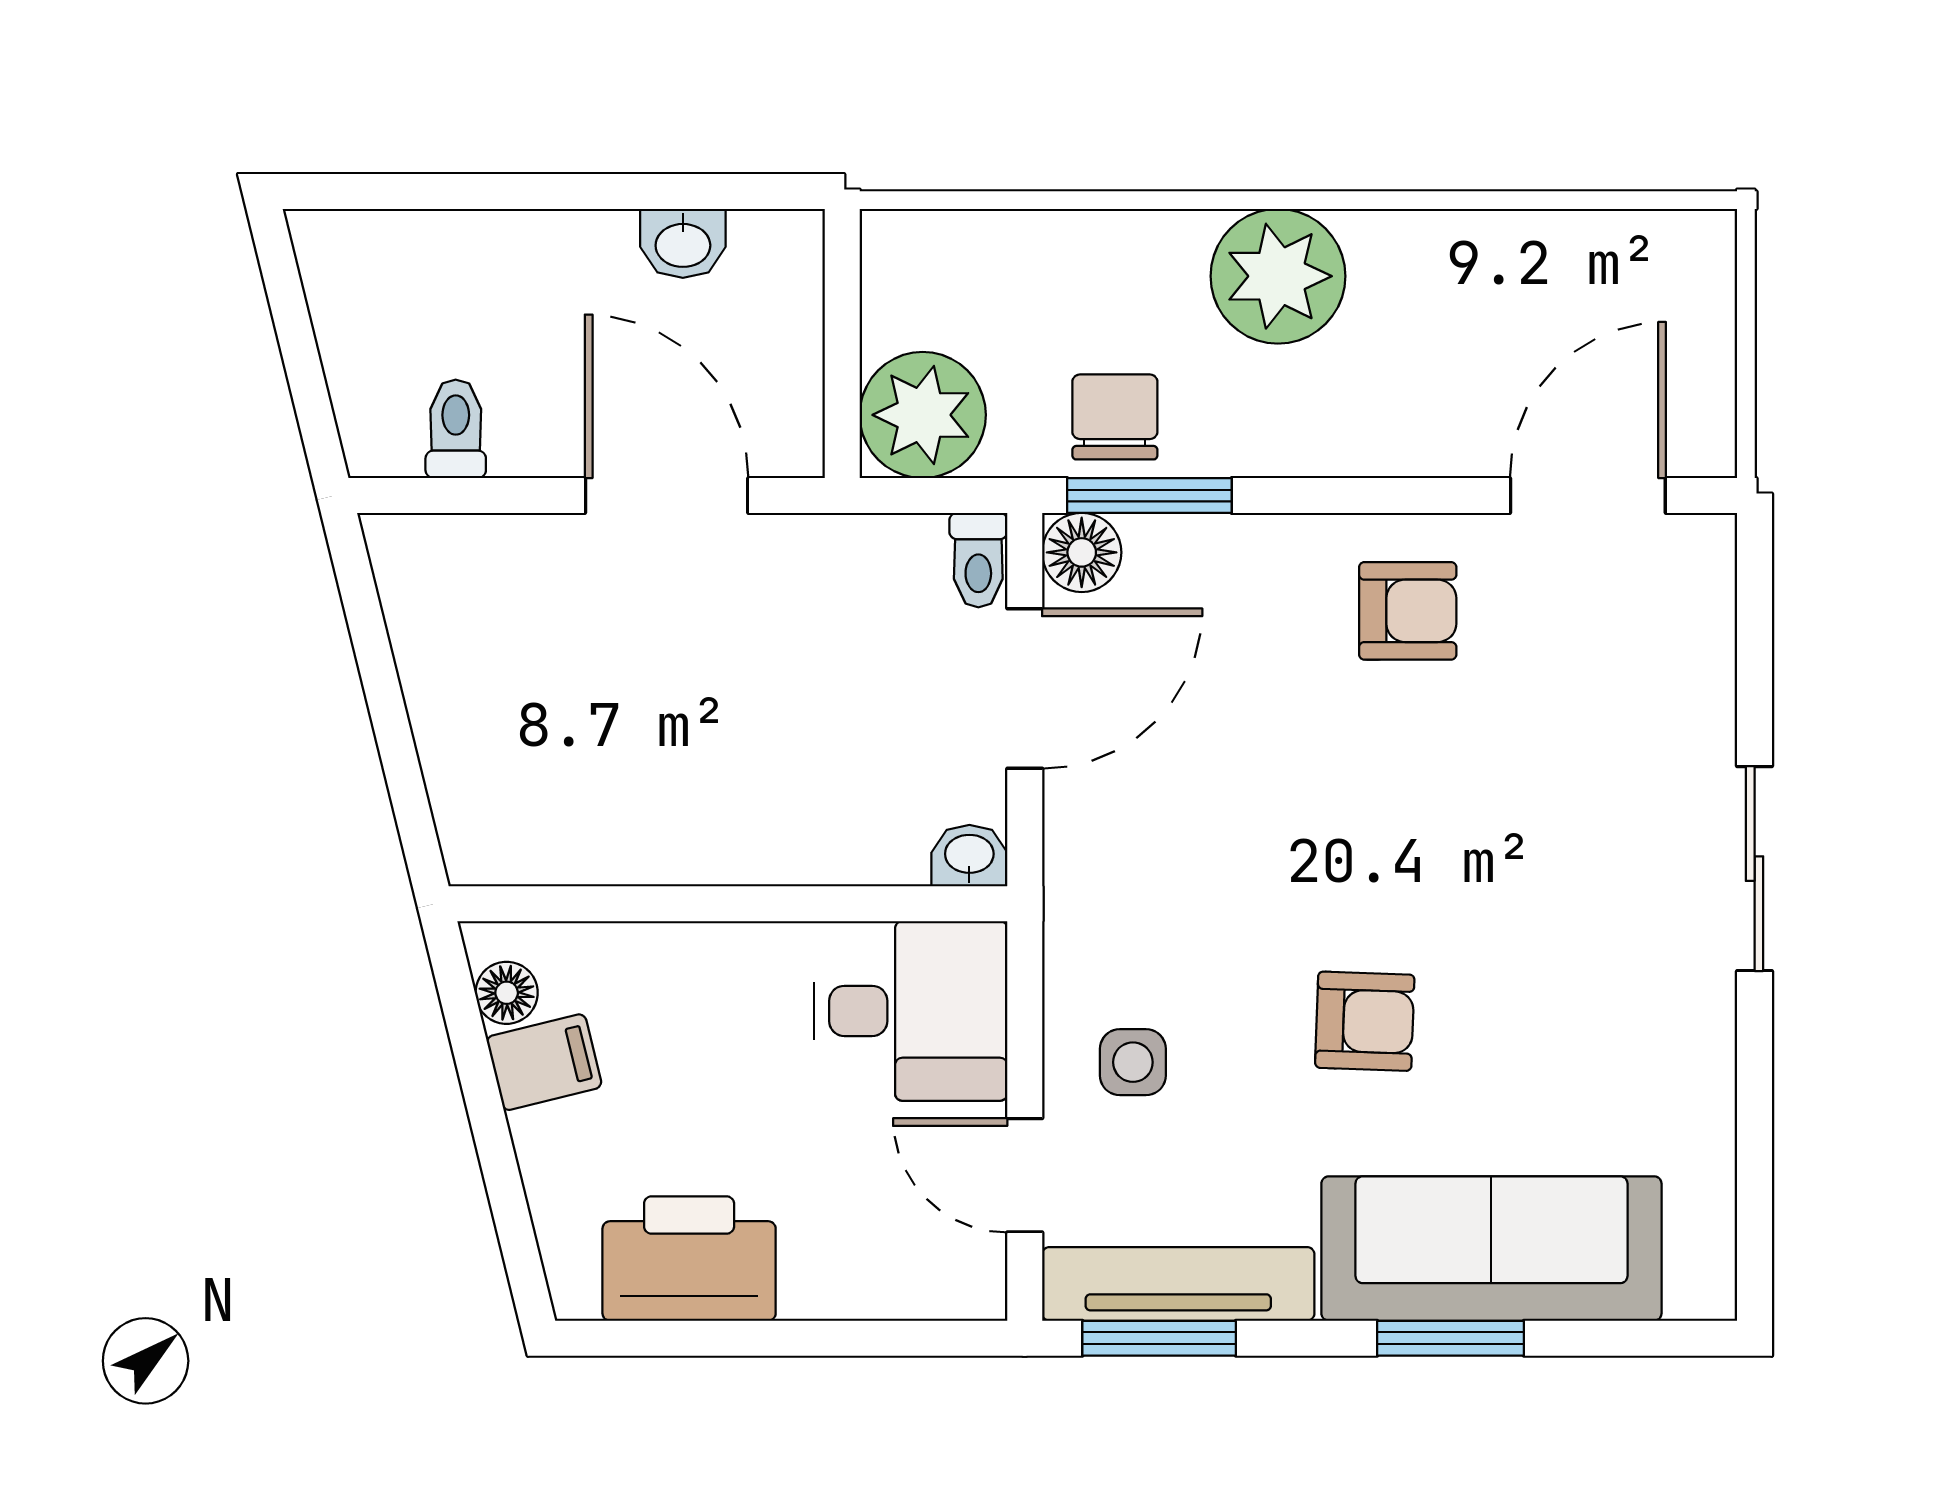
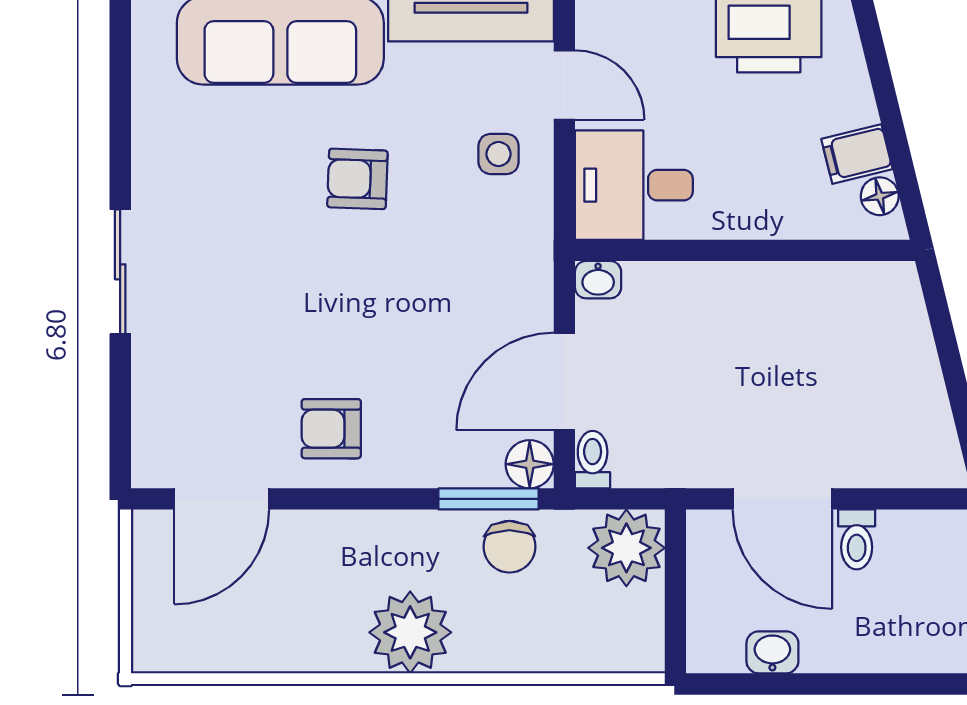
toilet: (456, 429) -> (857, 539), moved

